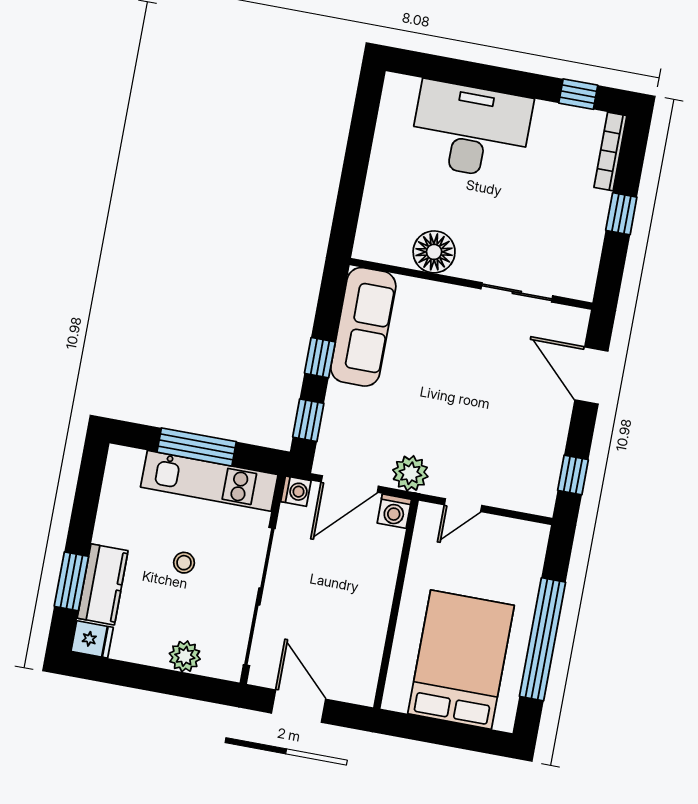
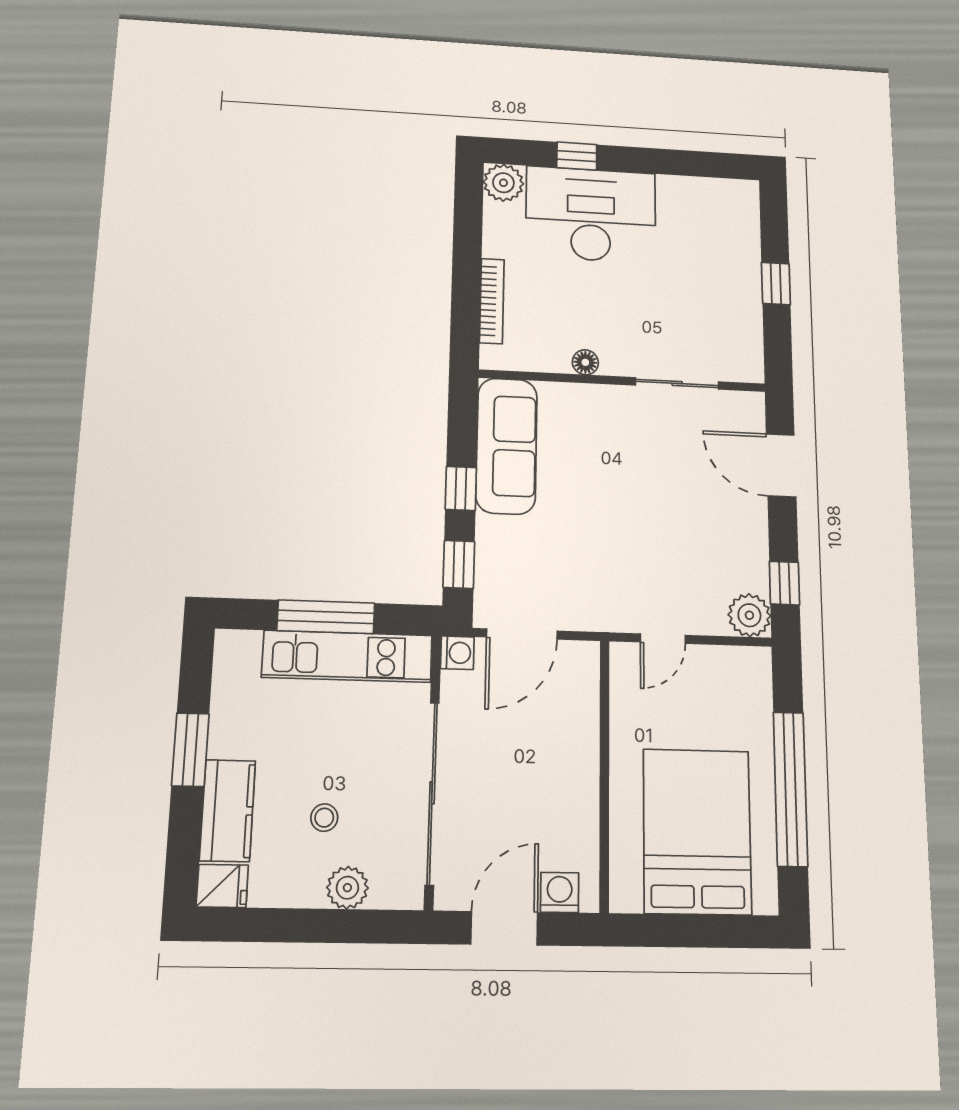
plant: (400, 92) -> (503, 183), added
window: (578, 94) -> (577, 156), moved
bookcase: (610, 152) -> (492, 301), moved, turned 180
floor lamp: (434, 252) -> (585, 362), width x0.53, depth x0.53
plant: (410, 473) -> (749, 615), moved
washing machine: (394, 511) -> (560, 892), moved, turned 180
stool: (184, 563) -> (324, 818), moved
window: (71, 581) -> (190, 750), moved
door: (298, 706) -> (504, 928), hinge flipped

